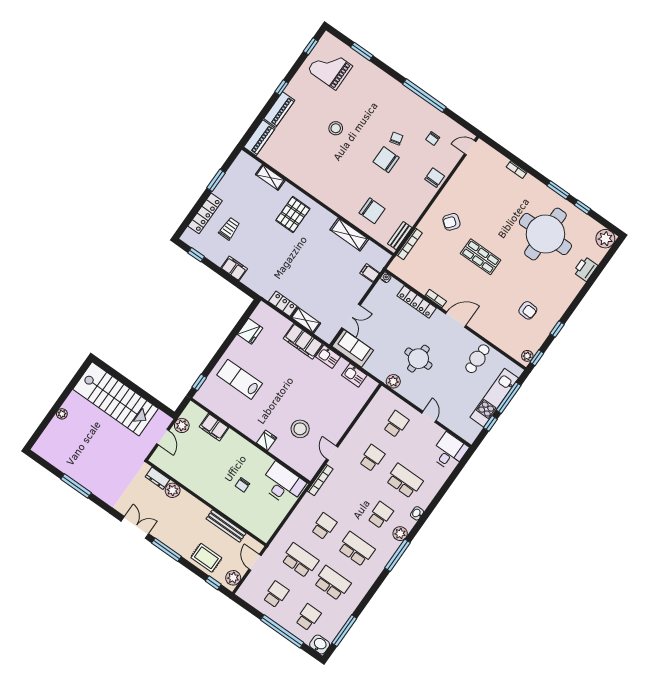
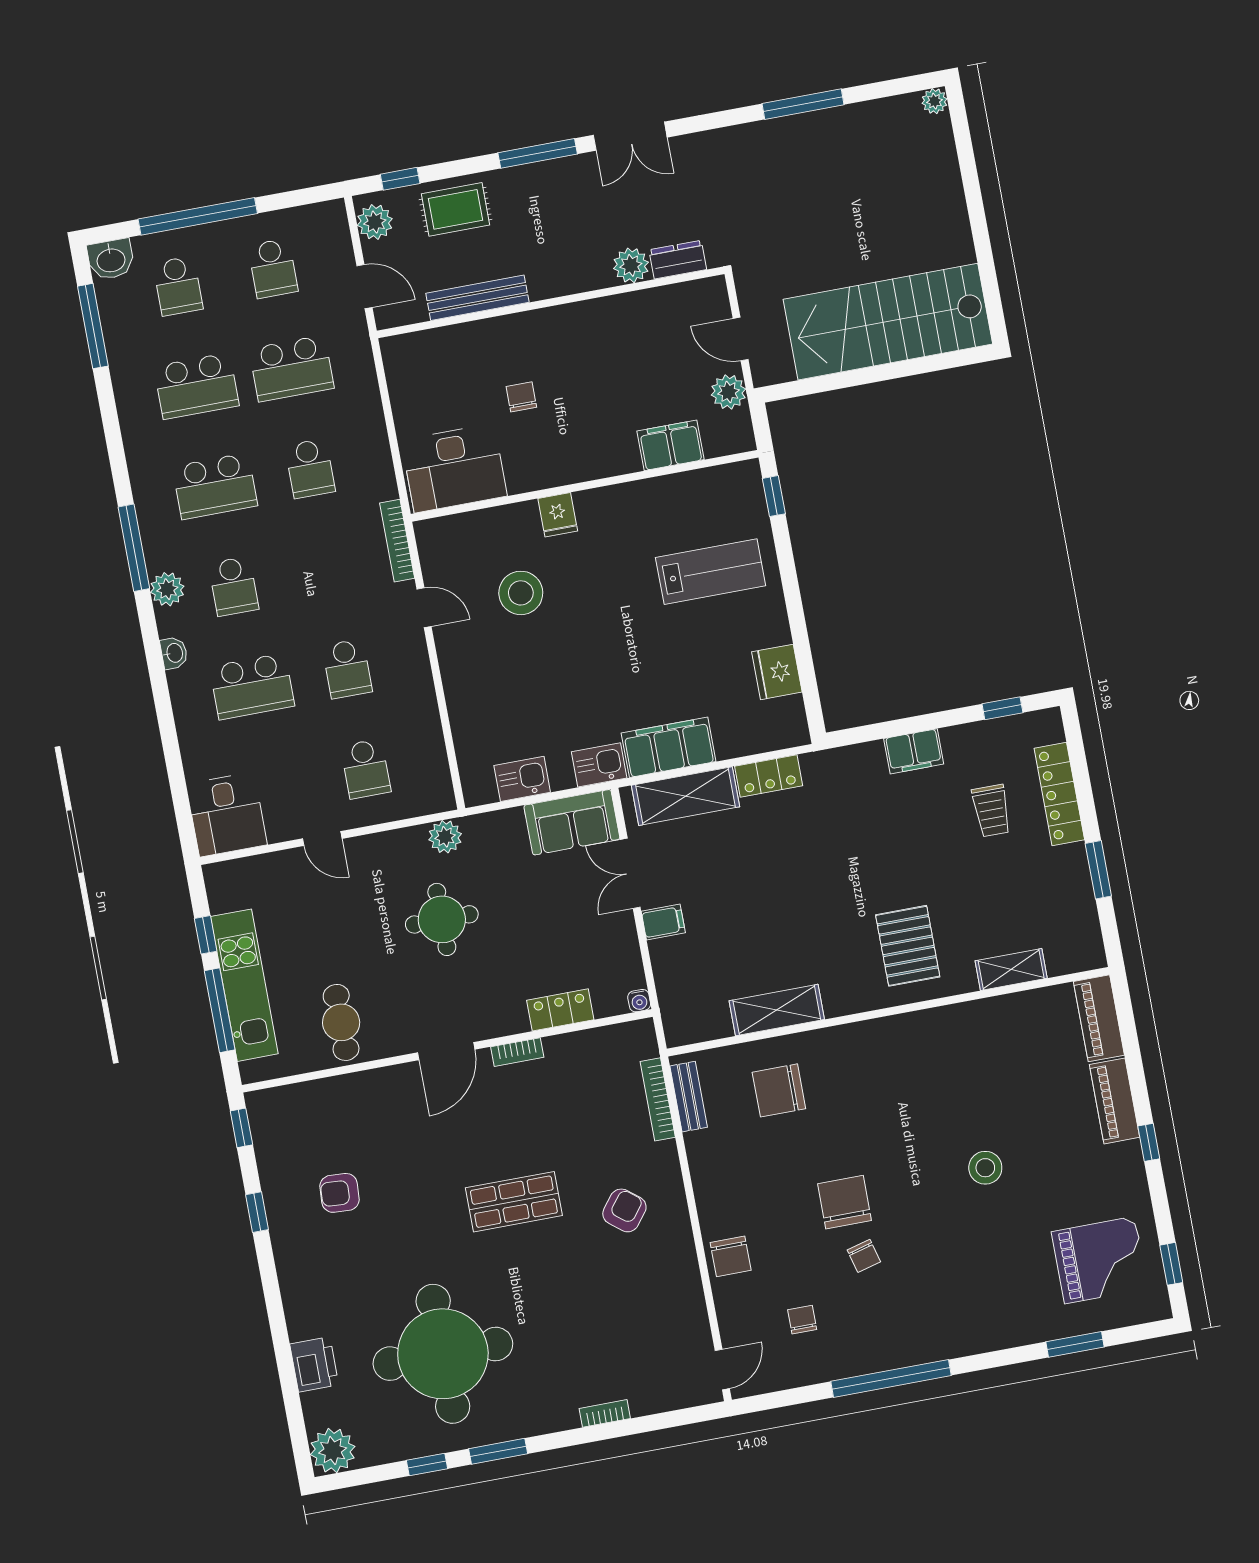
chair: (386, 160) -> (845, 1202), turned -90
filing cabinet: (370, 273) -> (663, 922), moved
locker: (417, 302) -> (560, 1010), width x0.66
shelving: (306, 320) -> (685, 796), width x1.50, depth x1.33
plant: (527, 356) -> (261, 1114), removed
plant: (62, 414) -> (934, 101), moved

